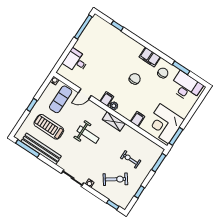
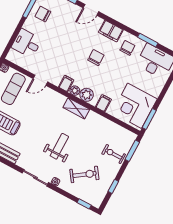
chair: (92, 37) -> (43, 14), added
door: (134, 37) -> (91, 10), added
plant: (124, 110) -> (87, 95), added
weight bench: (88, 135) -> (59, 146), moved, turned -90
exercise bike: (131, 159) -> (114, 154), moved

